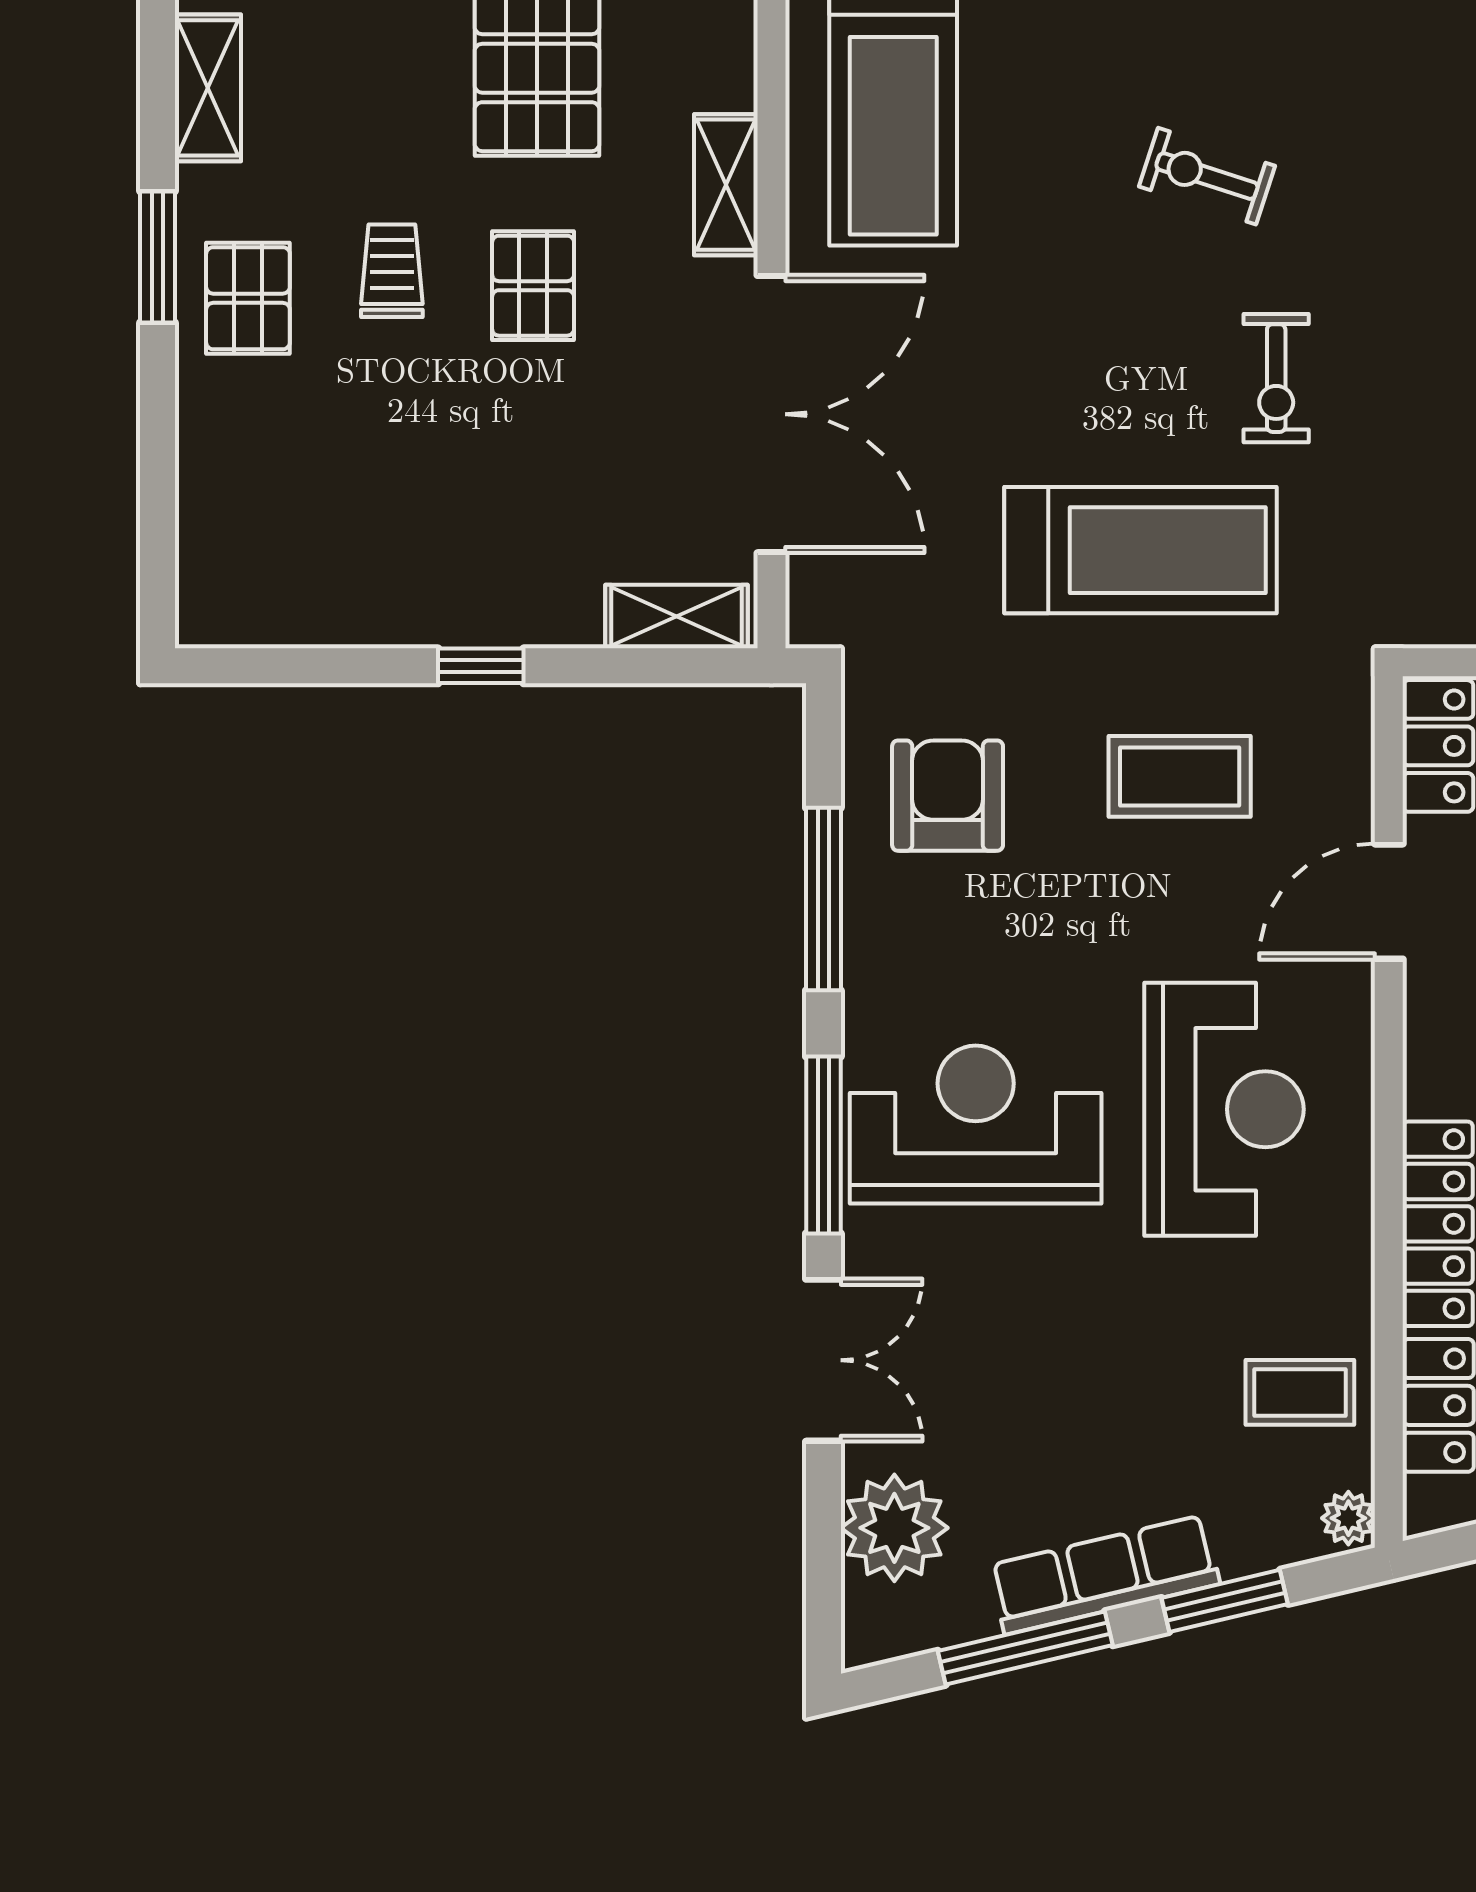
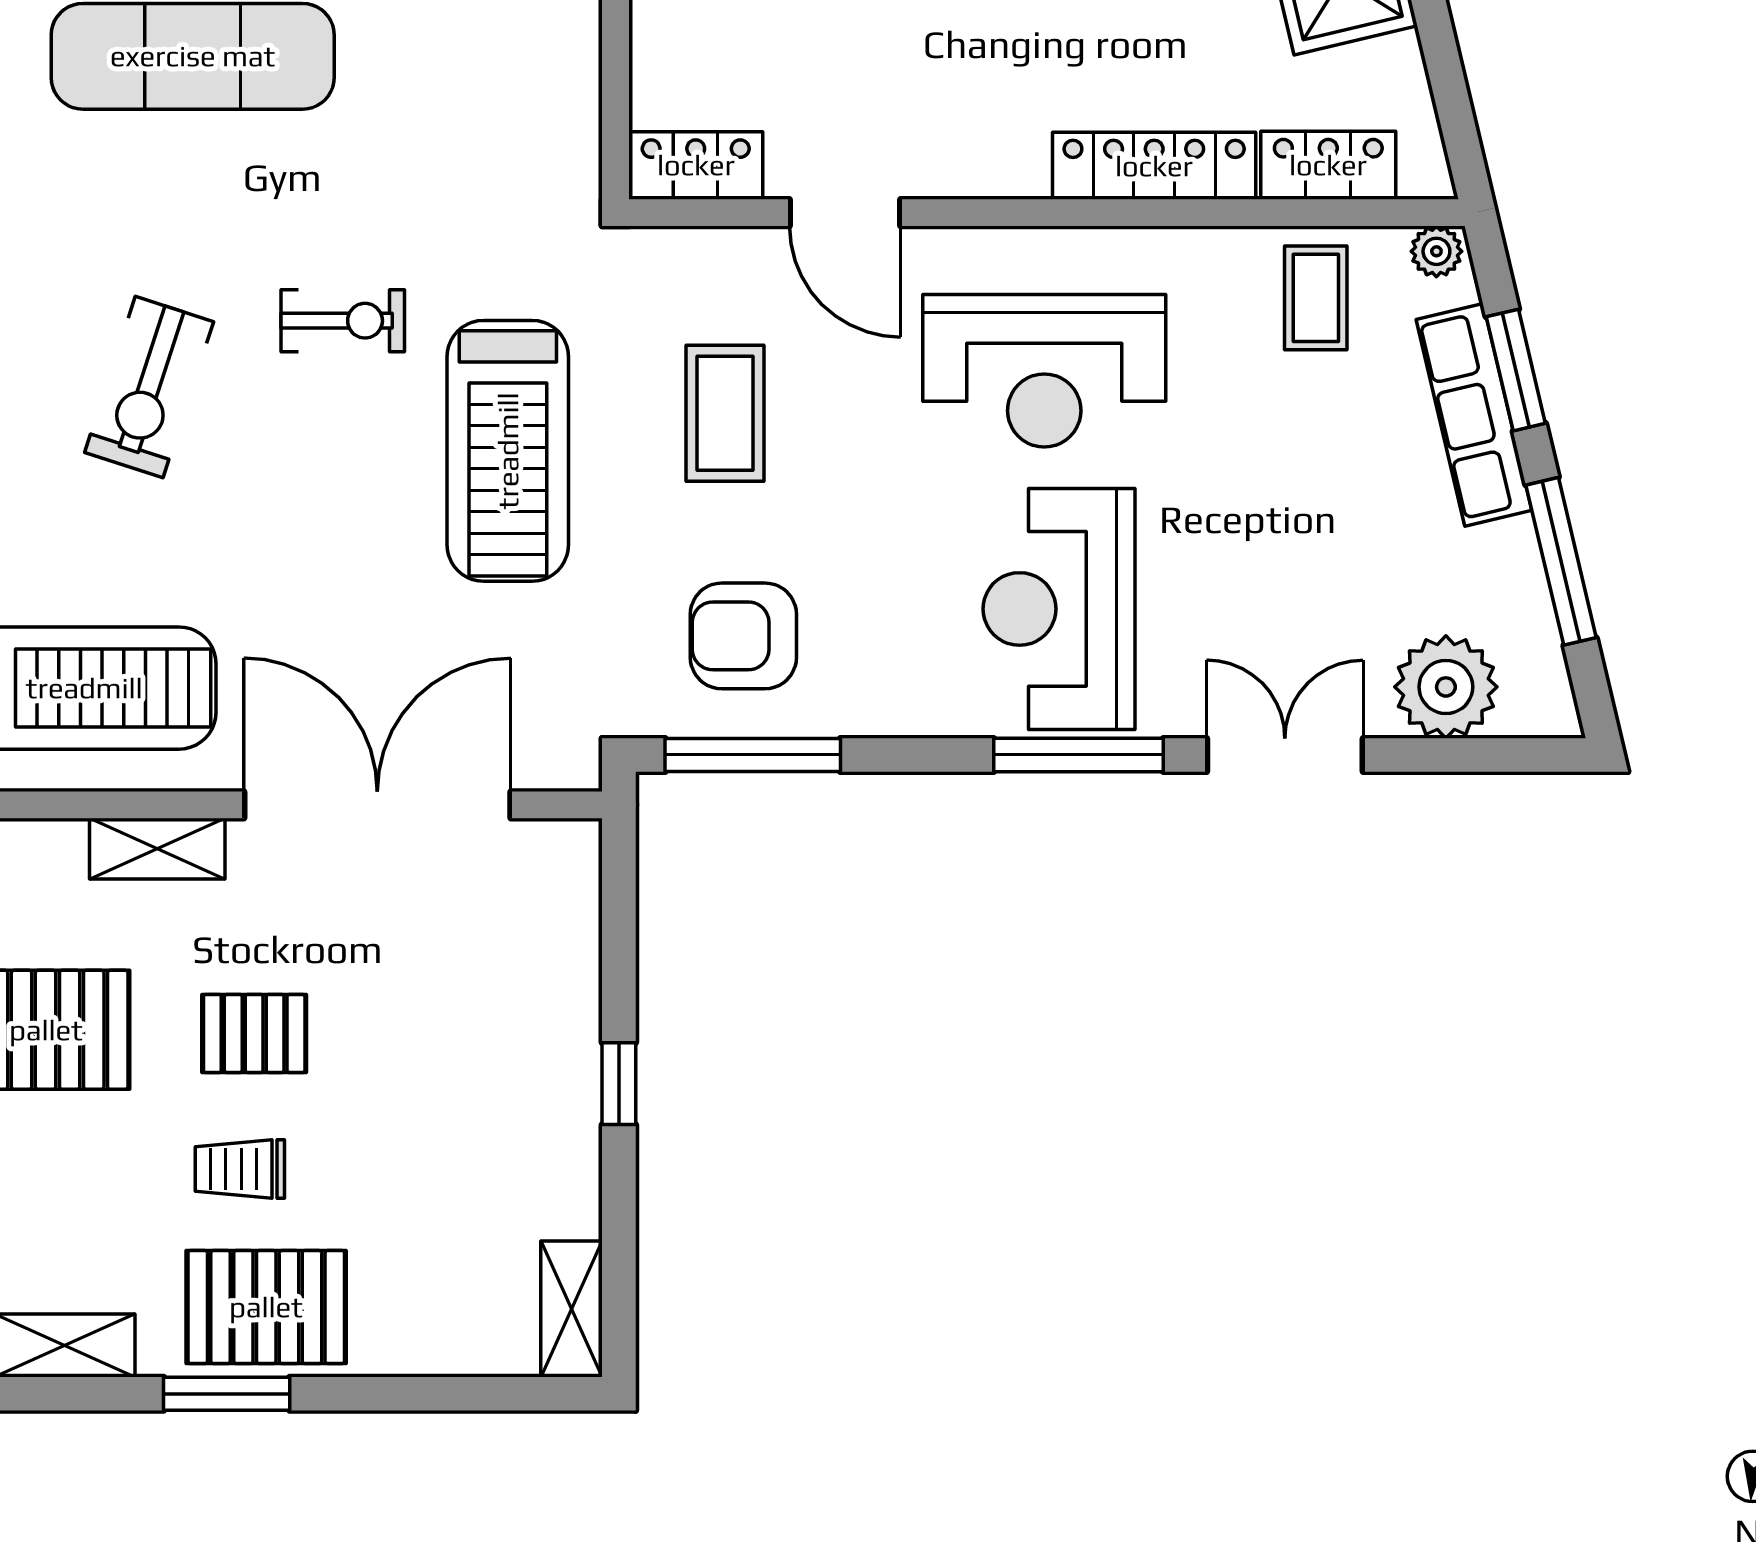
exercise bike: (1207, 176) -> (149, 387), width x1.38, depth x1.39
pallet: (248, 298) -> (266, 1307), width x1.50, depth x1.42
treadmill: (1141, 550) -> (508, 451), turned 180
shelving: (676, 617) -> (572, 1309), moved
window: (823, 899) -> (753, 755), moved
reception desk: (1224, 1109) -> (1044, 371), turned 180
row of seats: (1104, 1575) -> (1474, 415), moved

